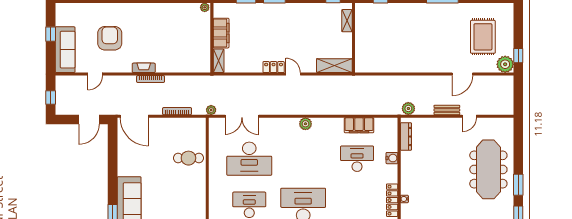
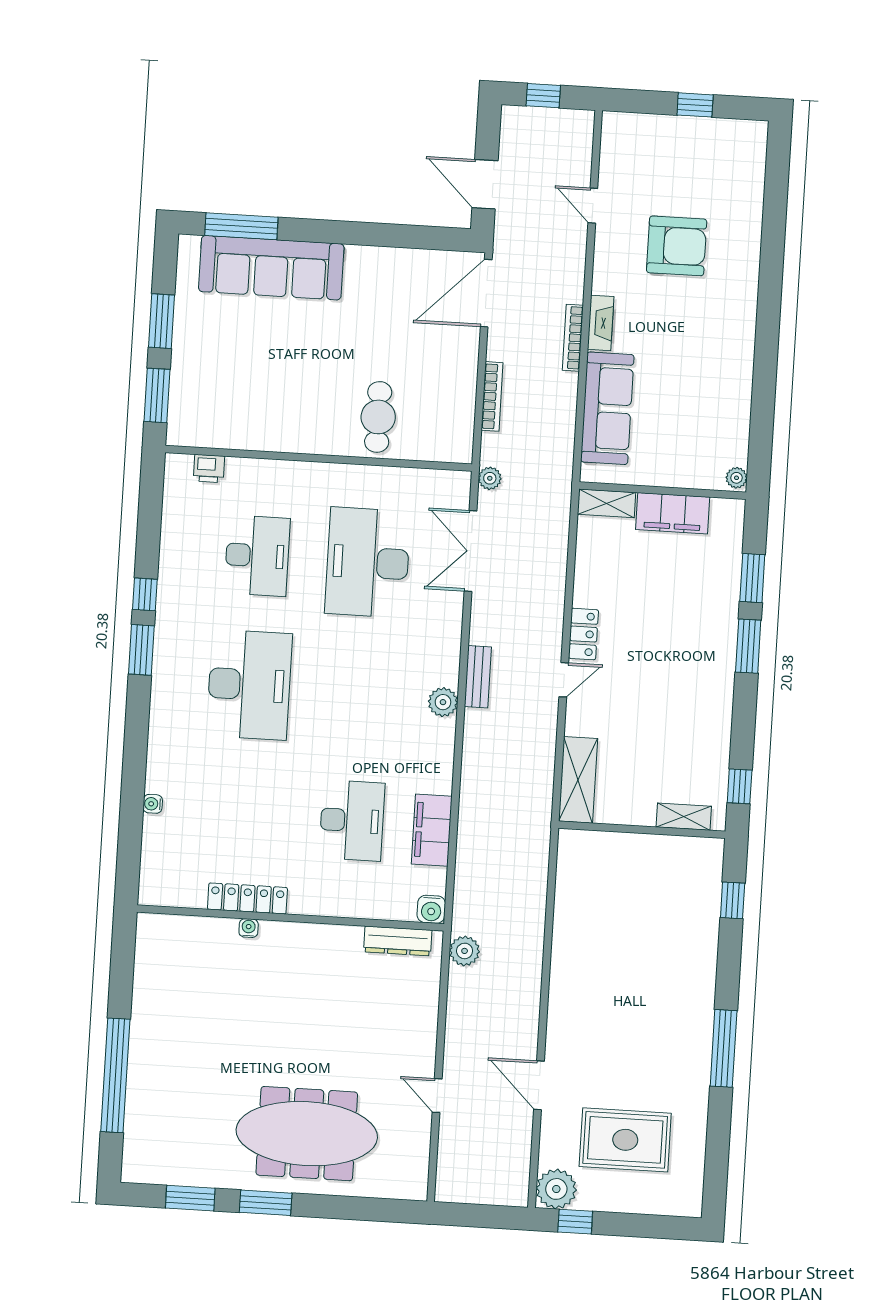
sofa: (65, 50) -> (607, 408), moved, turned -90
bench: (447, 110) -> (478, 677), moved
water cooler: (392, 158) -> (431, 909), moved

